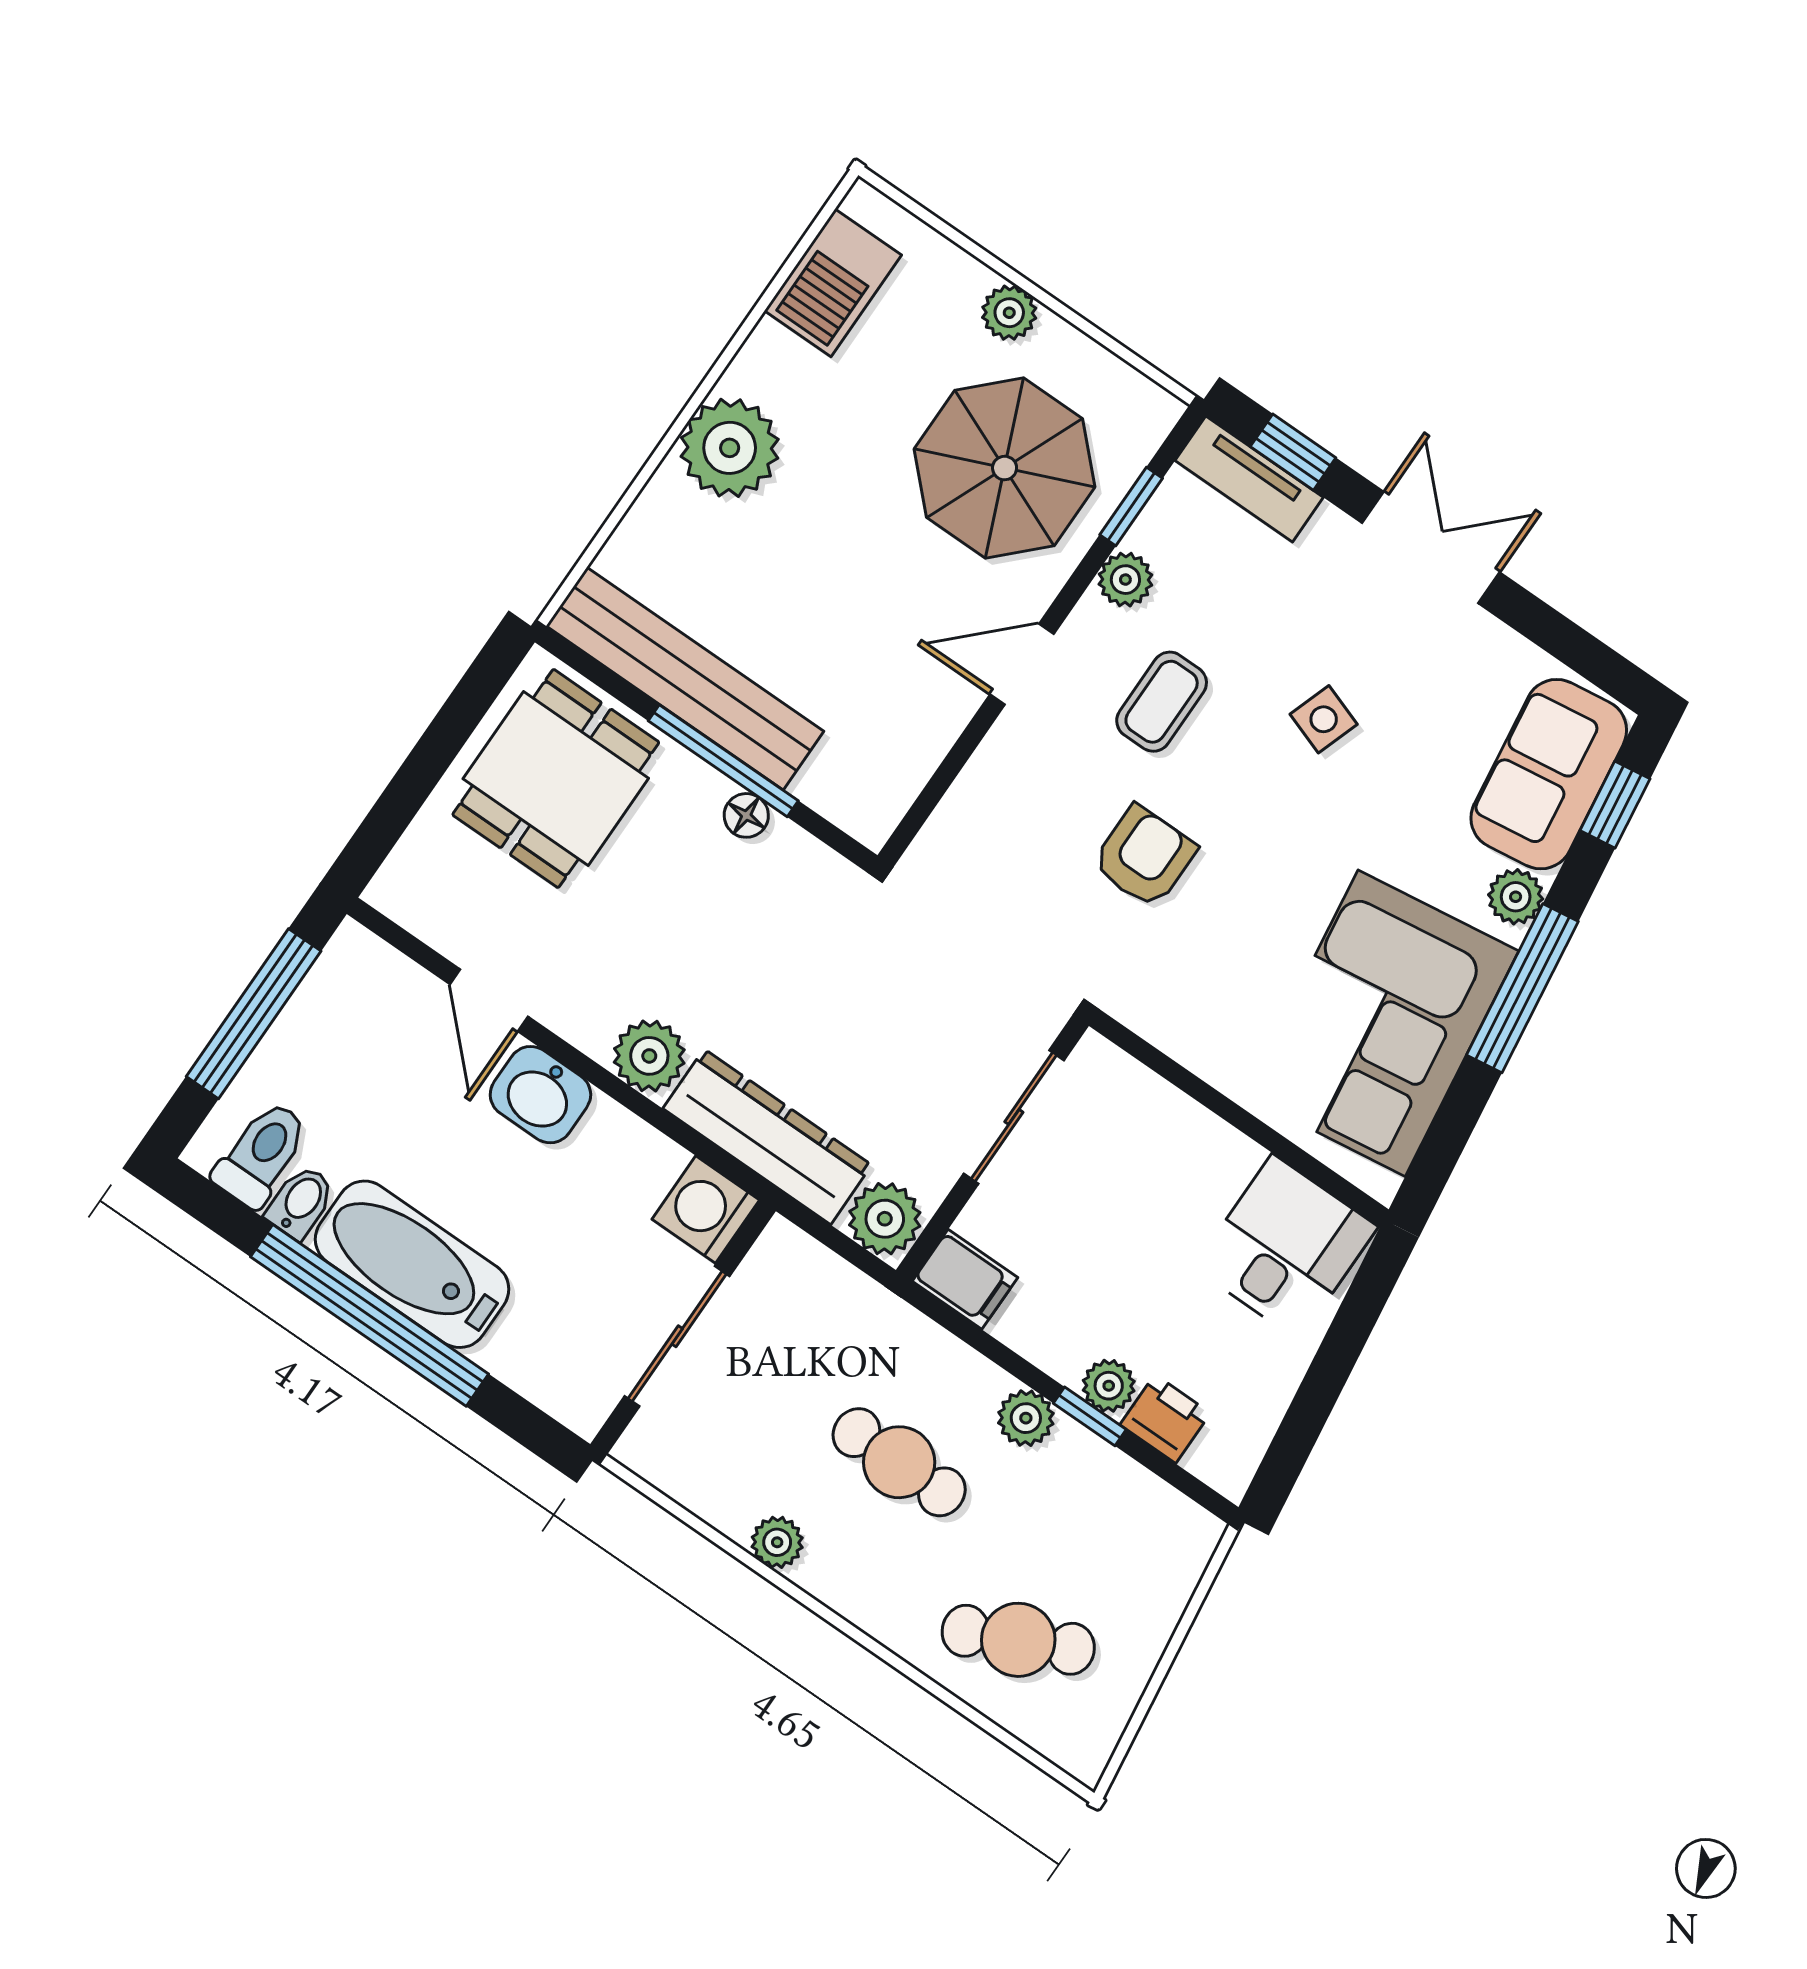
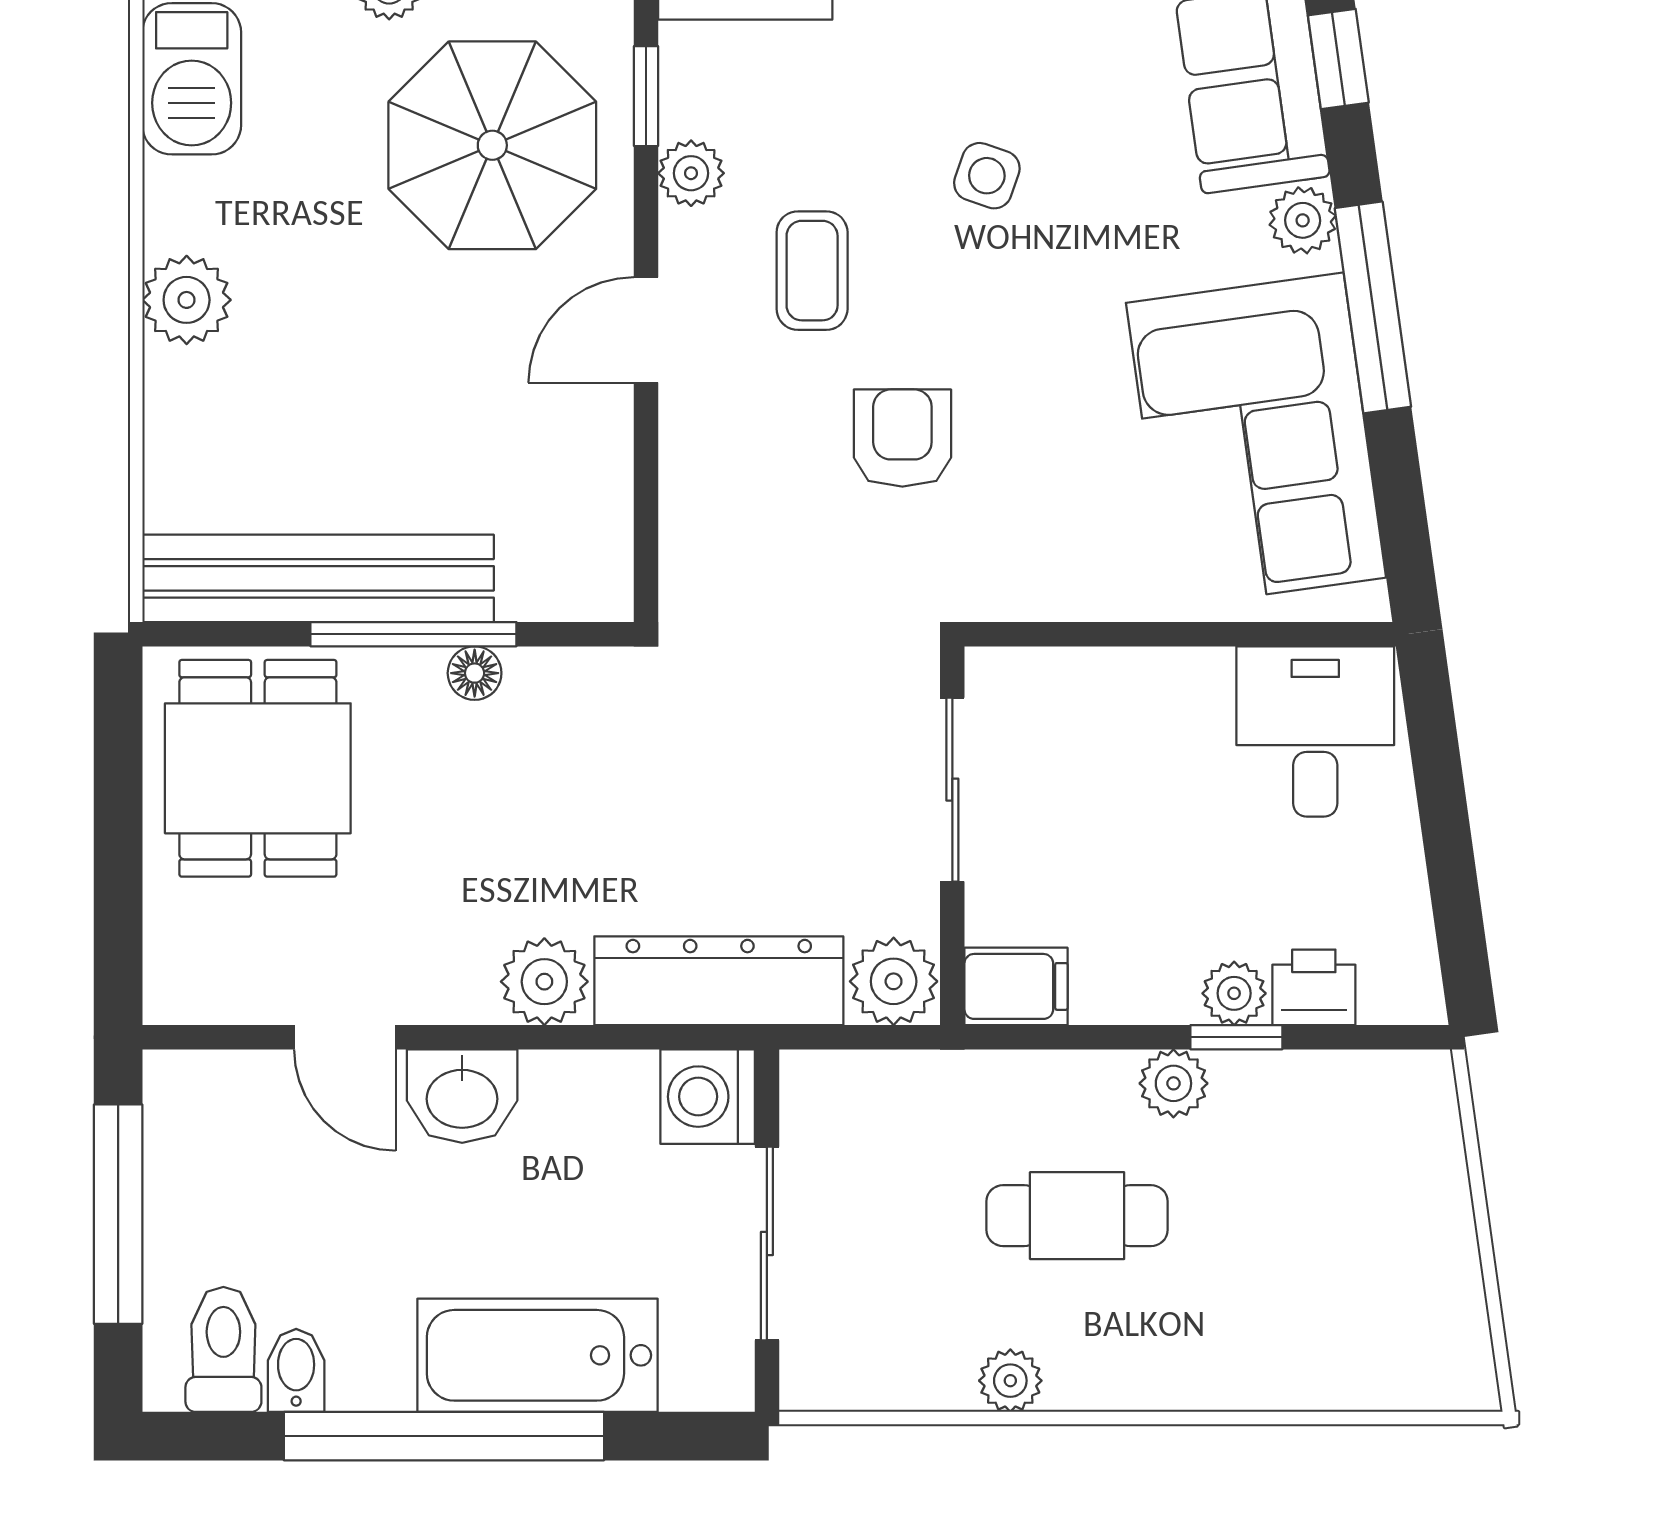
plant: (730, 448) -> (187, 300), width x0.73, depth x0.73
bathtub: (412, 1264) -> (537, 1355), moved
cafe table: (1018, 1640) -> (1320, 1311), removed

